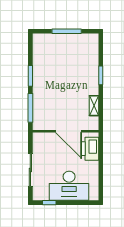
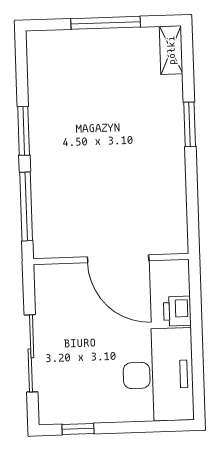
shelving: (94, 106) -> (171, 50), moved
printer: (90, 149) -> (177, 311), width x0.53, depth x0.68
desk: (69, 186) -> (158, 375), moved, turned -90

